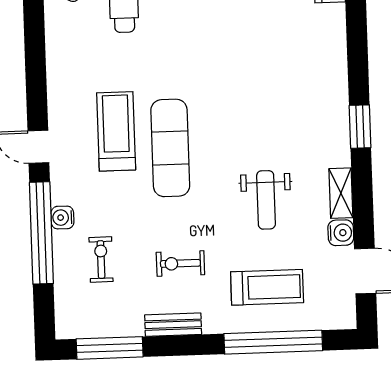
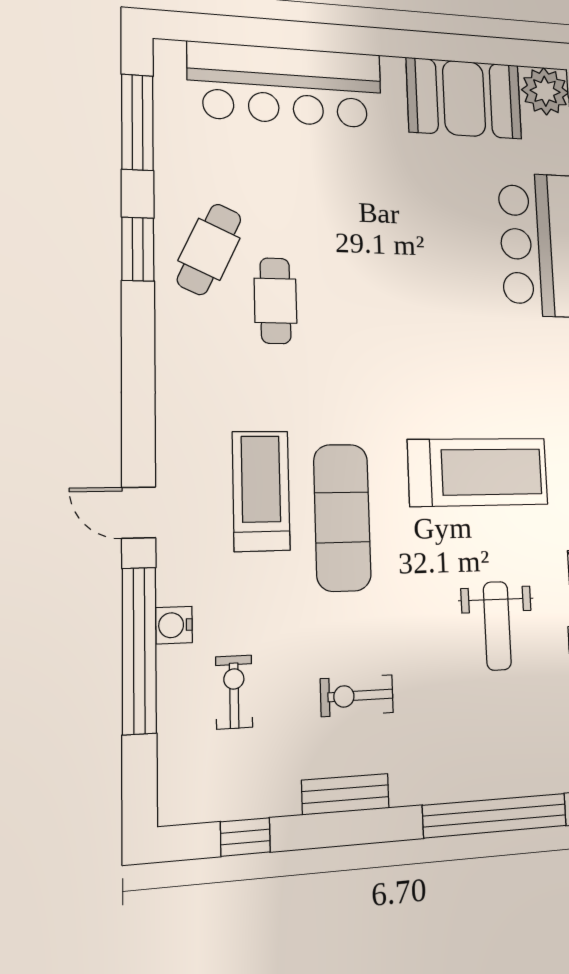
weight bench: (266, 200) -> (497, 626), moved
treadmill: (267, 287) -> (478, 472), moved, width x1.37, depth x1.38
window: (110, 348) -> (245, 837), width x0.46

